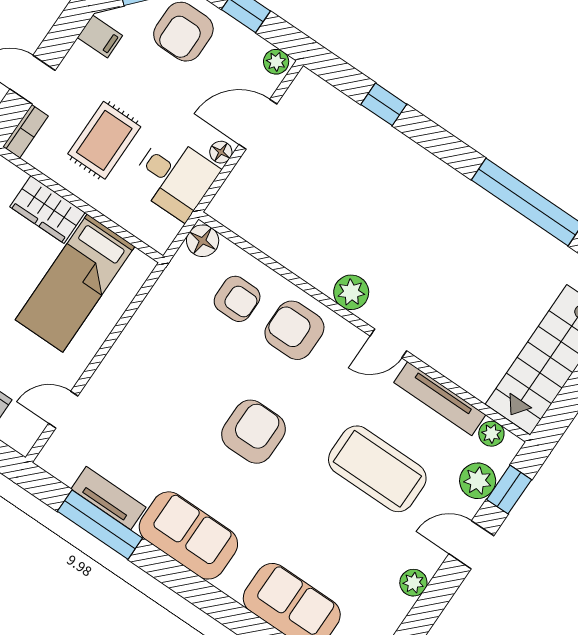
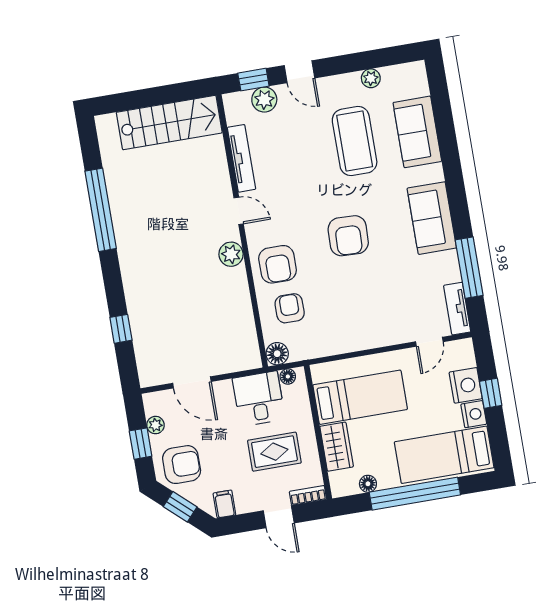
plant: (276, 62) -> (155, 425), moved
floor lamp: (221, 152) -> (288, 376), moved
door: (63, 410) -> (429, 342), hinge flipped
armchair: (253, 432) -> (348, 236), turned -88
plant: (491, 434) -> (234, 115), removed
coffee table: (377, 469) -> (355, 141), moved
tv unit: (109, 498) -> (457, 309), moved
plant: (413, 583) -> (371, 78), moved

